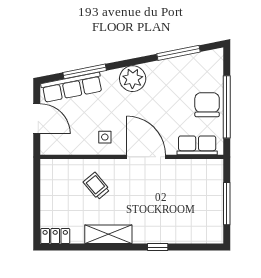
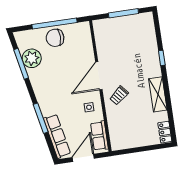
window: (85, 71) -> (41, 118), moved
plant: (133, 79) -> (32, 58), moved
row of seats: (197, 145) -> (99, 136), moved
trolley: (97, 186) -> (119, 96), moved

